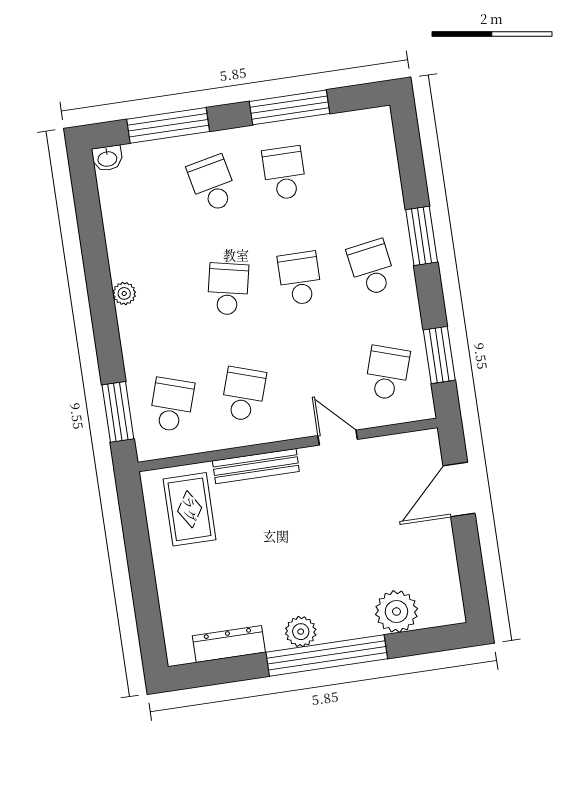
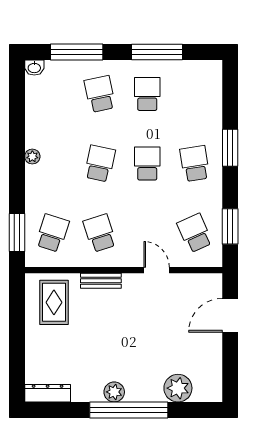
school desk: (387, 373) -> (195, 233), turned -42
school desk: (243, 394) -> (100, 233), turned -36
bench: (256, 466) -> (101, 281), width x0.73
dresser: (229, 644) -> (48, 393), moved

